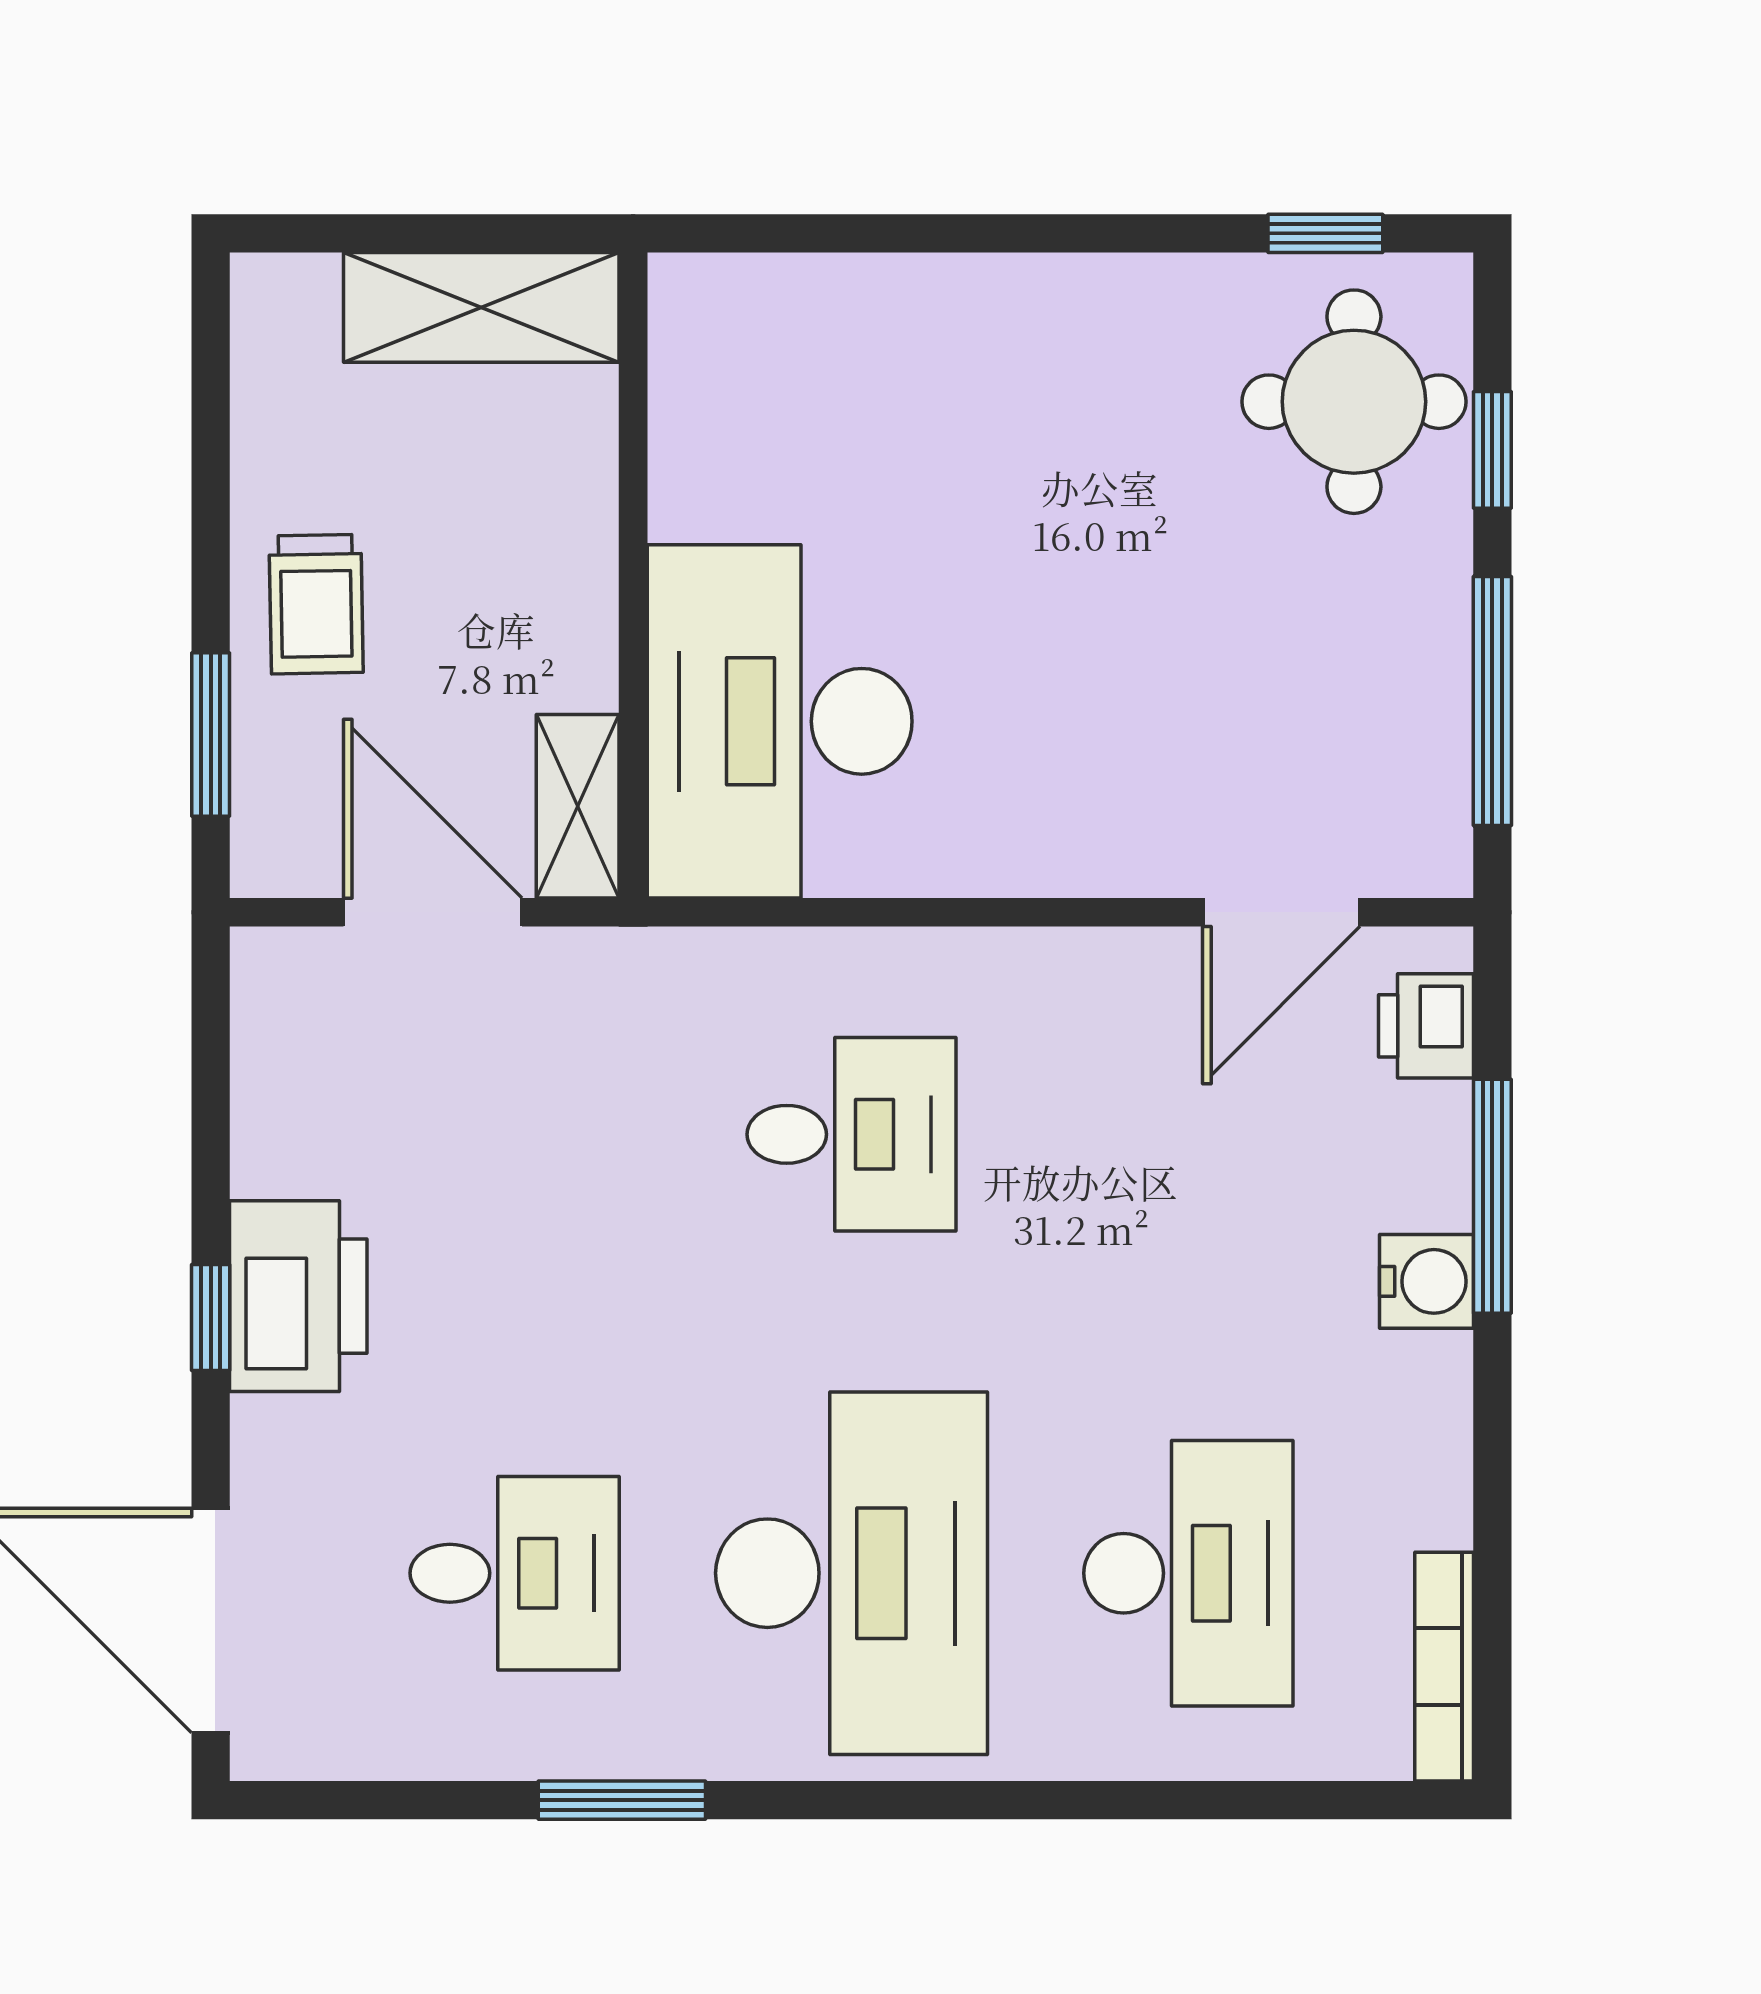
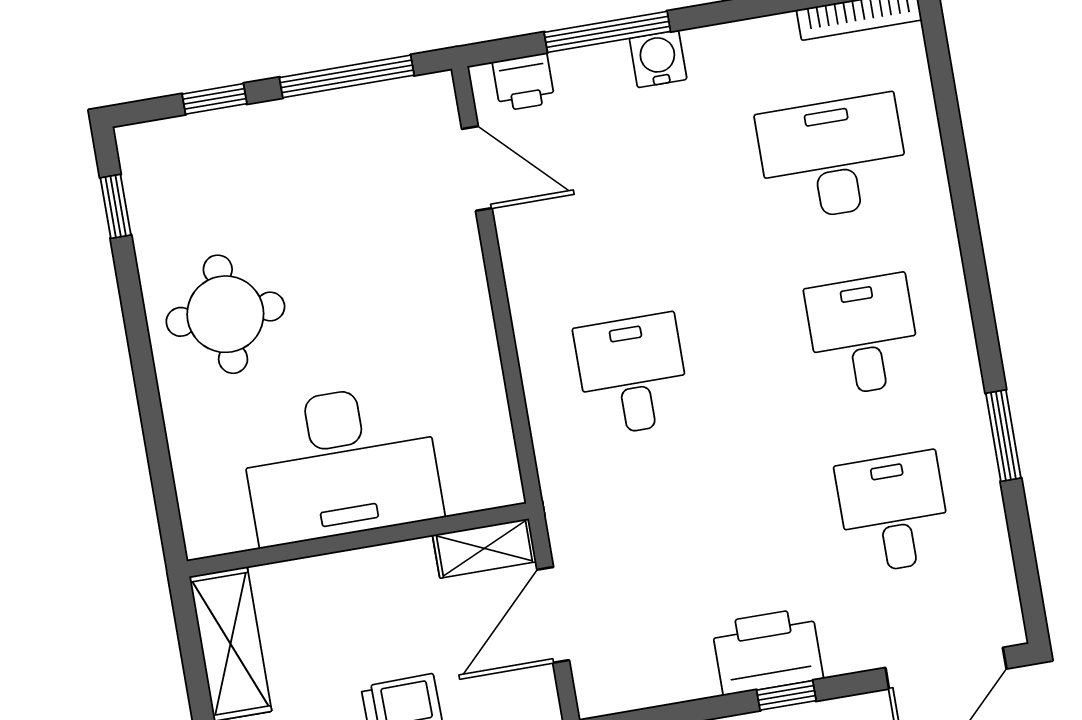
round table: (1354, 402) -> (225, 314), moved
desk: (780, 721) -> (341, 463), moved
desk: (852, 1573) -> (863, 335), width x0.53, depth x0.77

